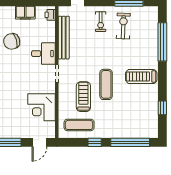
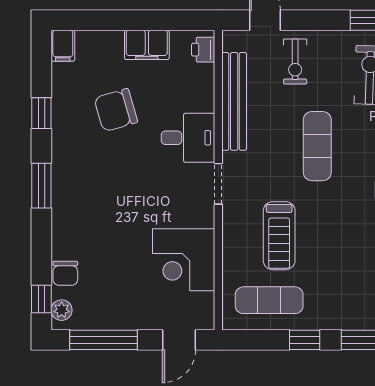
exercise bike: (101, 22) -> (295, 62), moved
exercise mat: (106, 84) -> (317, 146), moved
treadmill: (83, 97) -> (279, 236), turned 180

